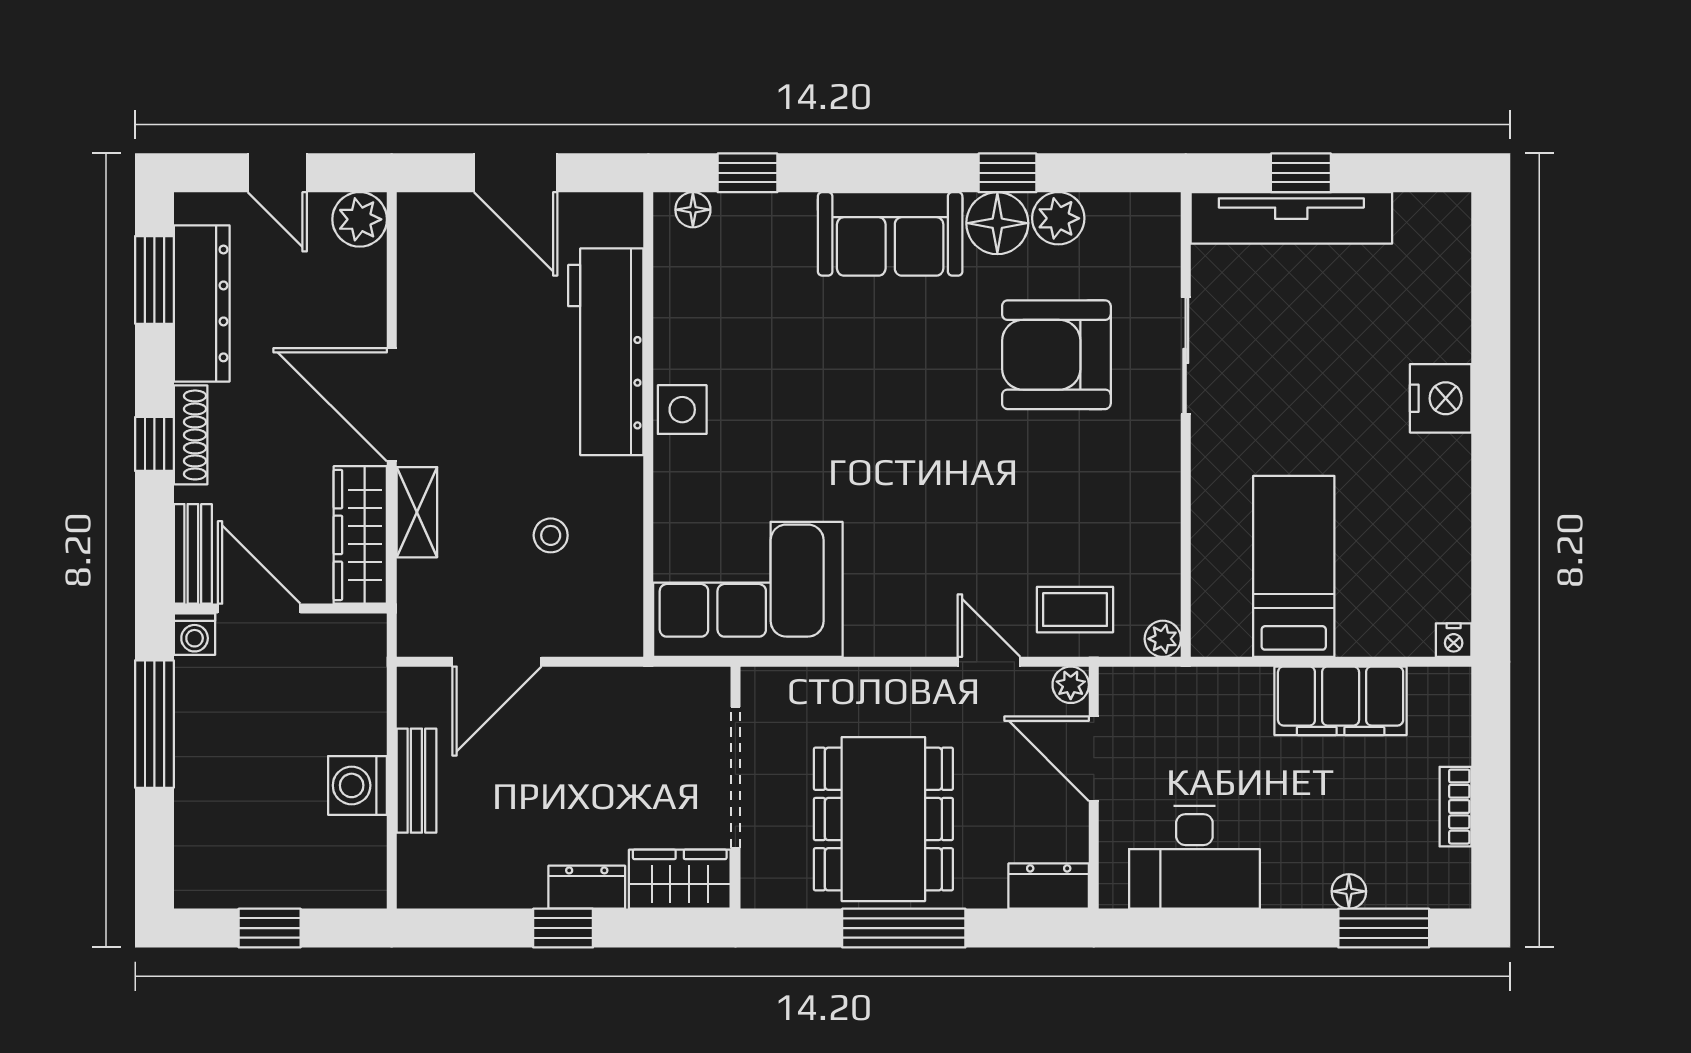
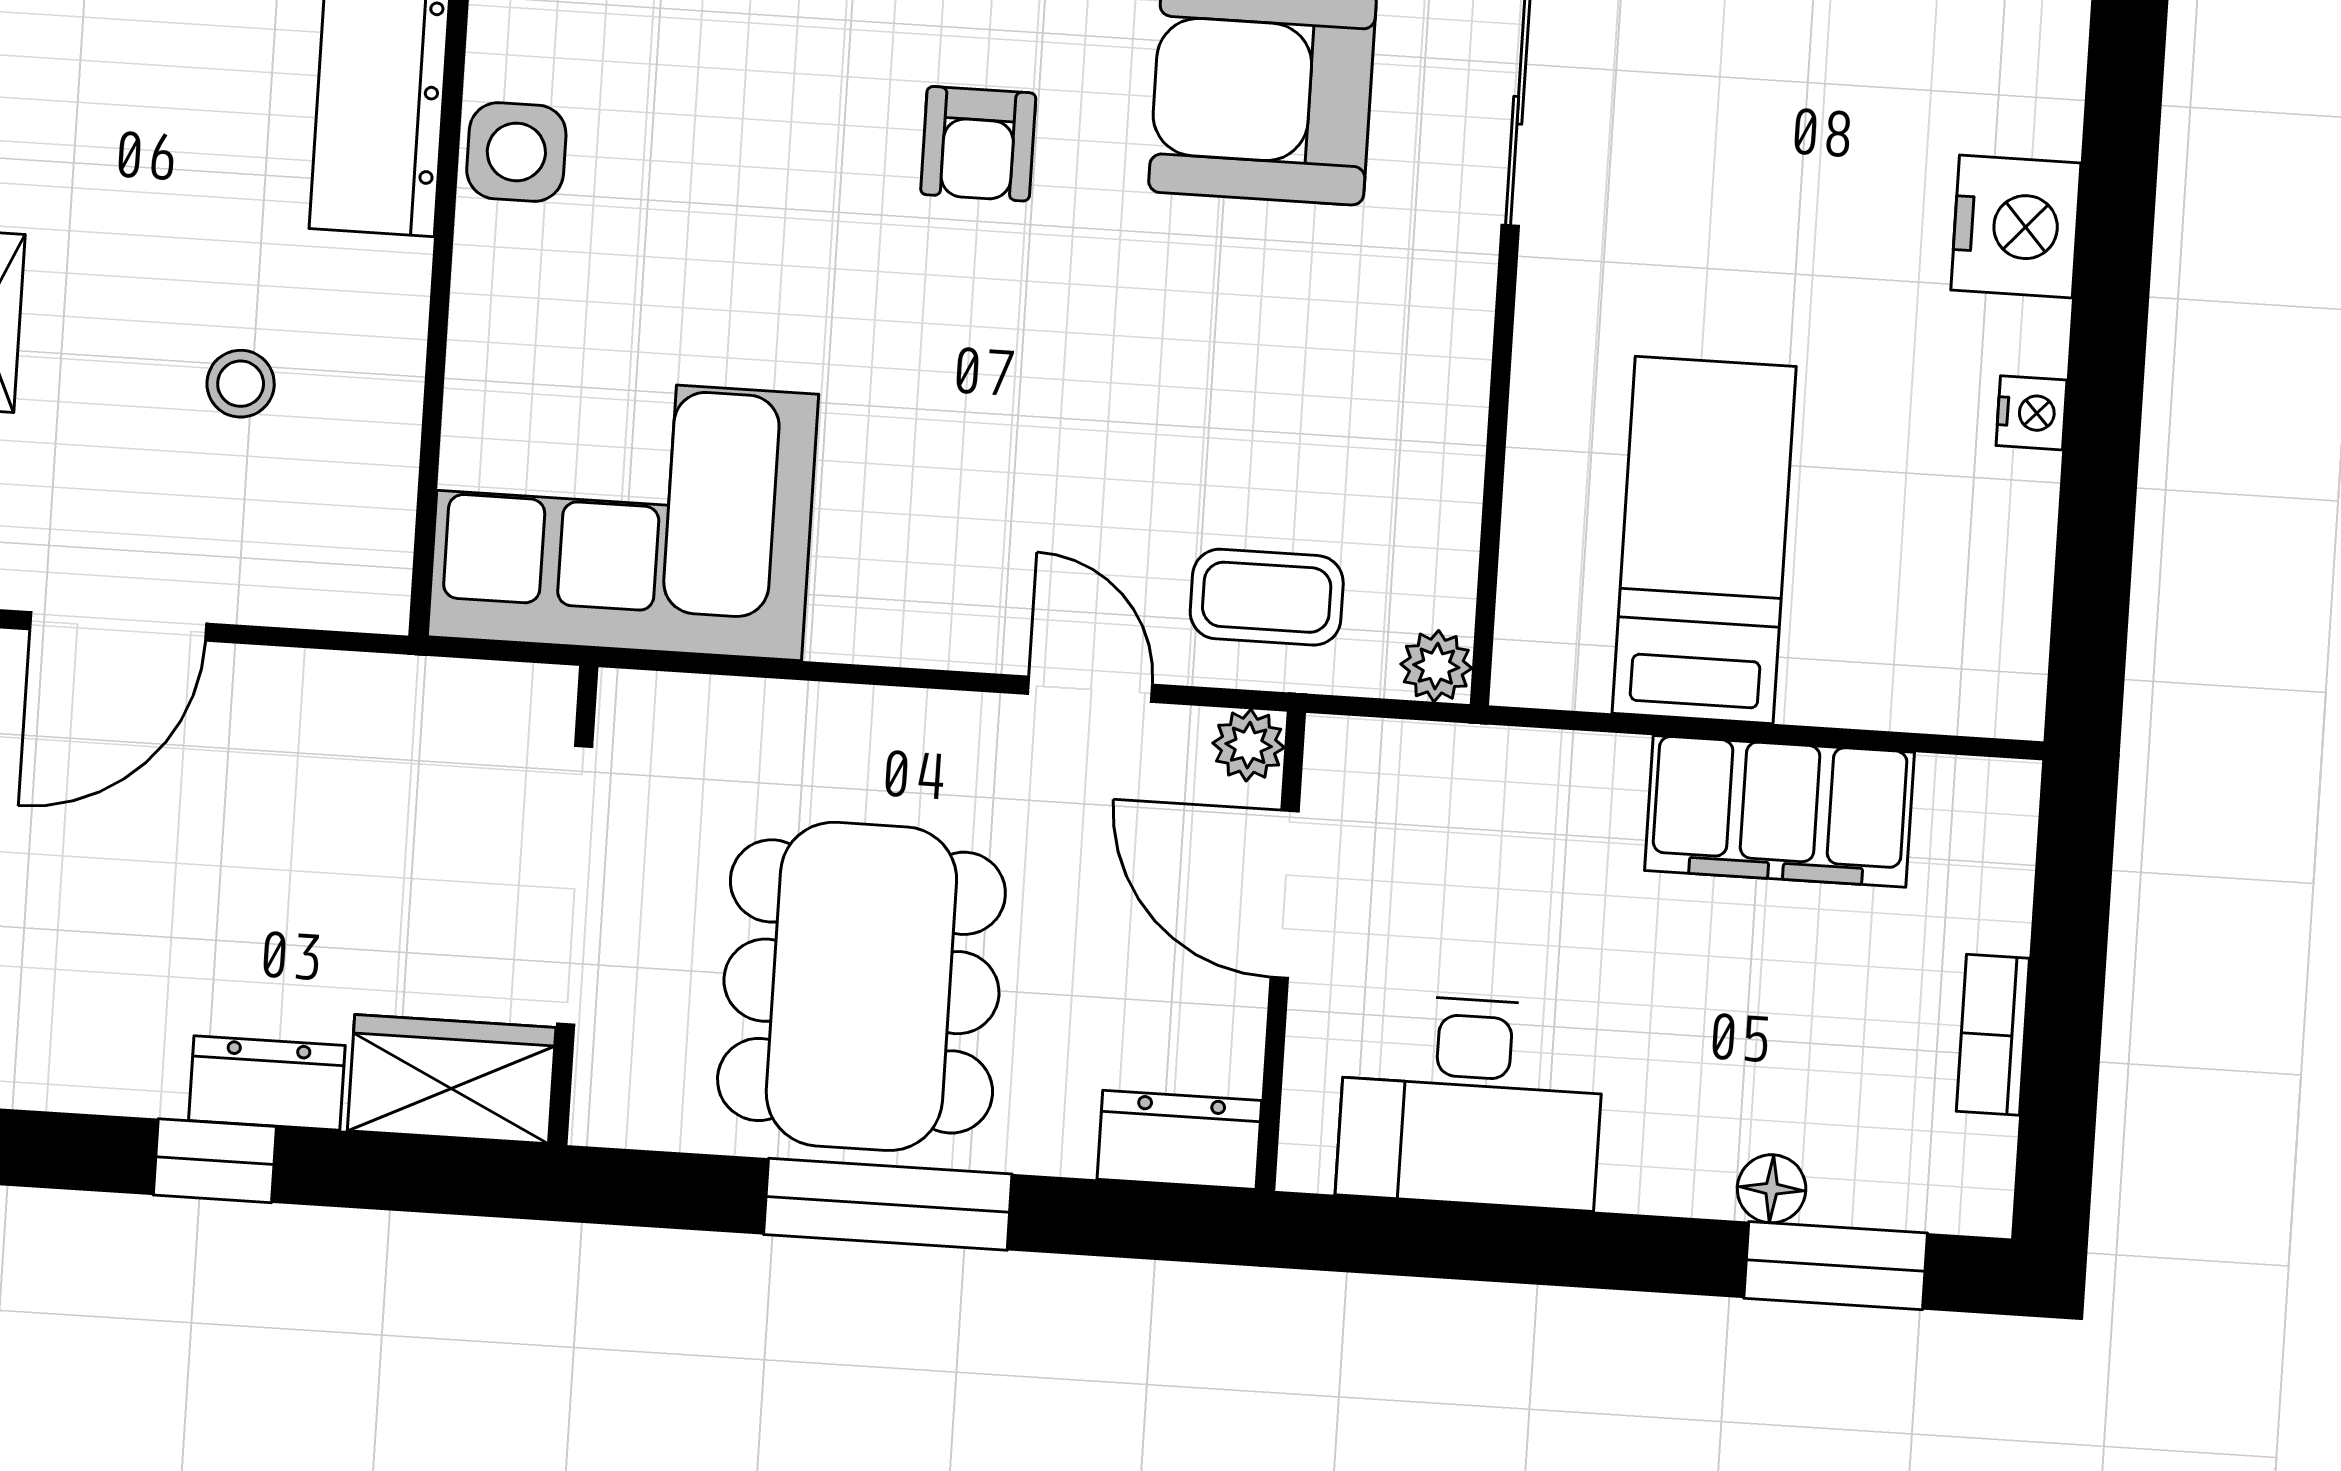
armchair: (915, 390) -> (978, 144), added
nightstand: (1454, 640) -> (2031, 413), moved, turned -90

